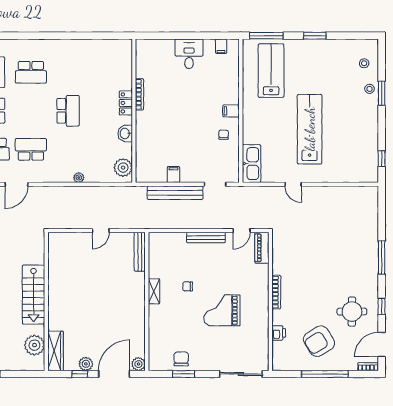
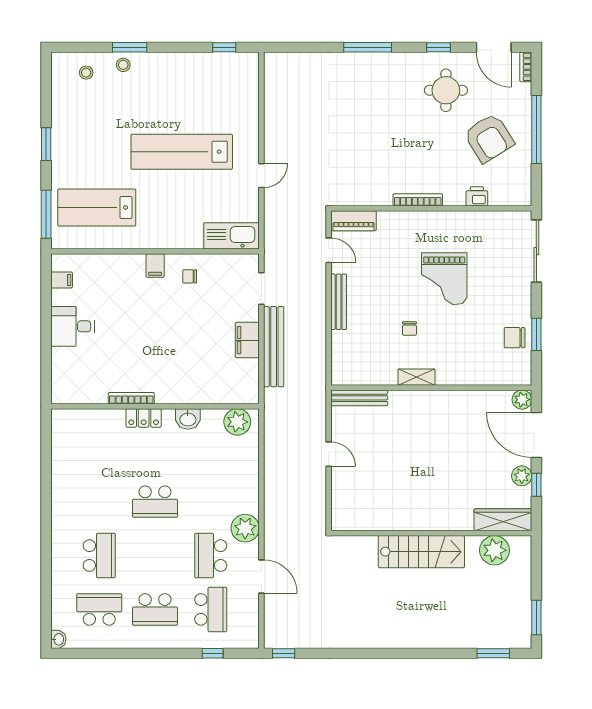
school desk: (68, 111) -> (155, 502), turned 180
filing cabinet: (173, 174) -> (247, 340), width x2.00
plant: (79, 178) -> (245, 528), moved, width x1.88, depth x1.88

